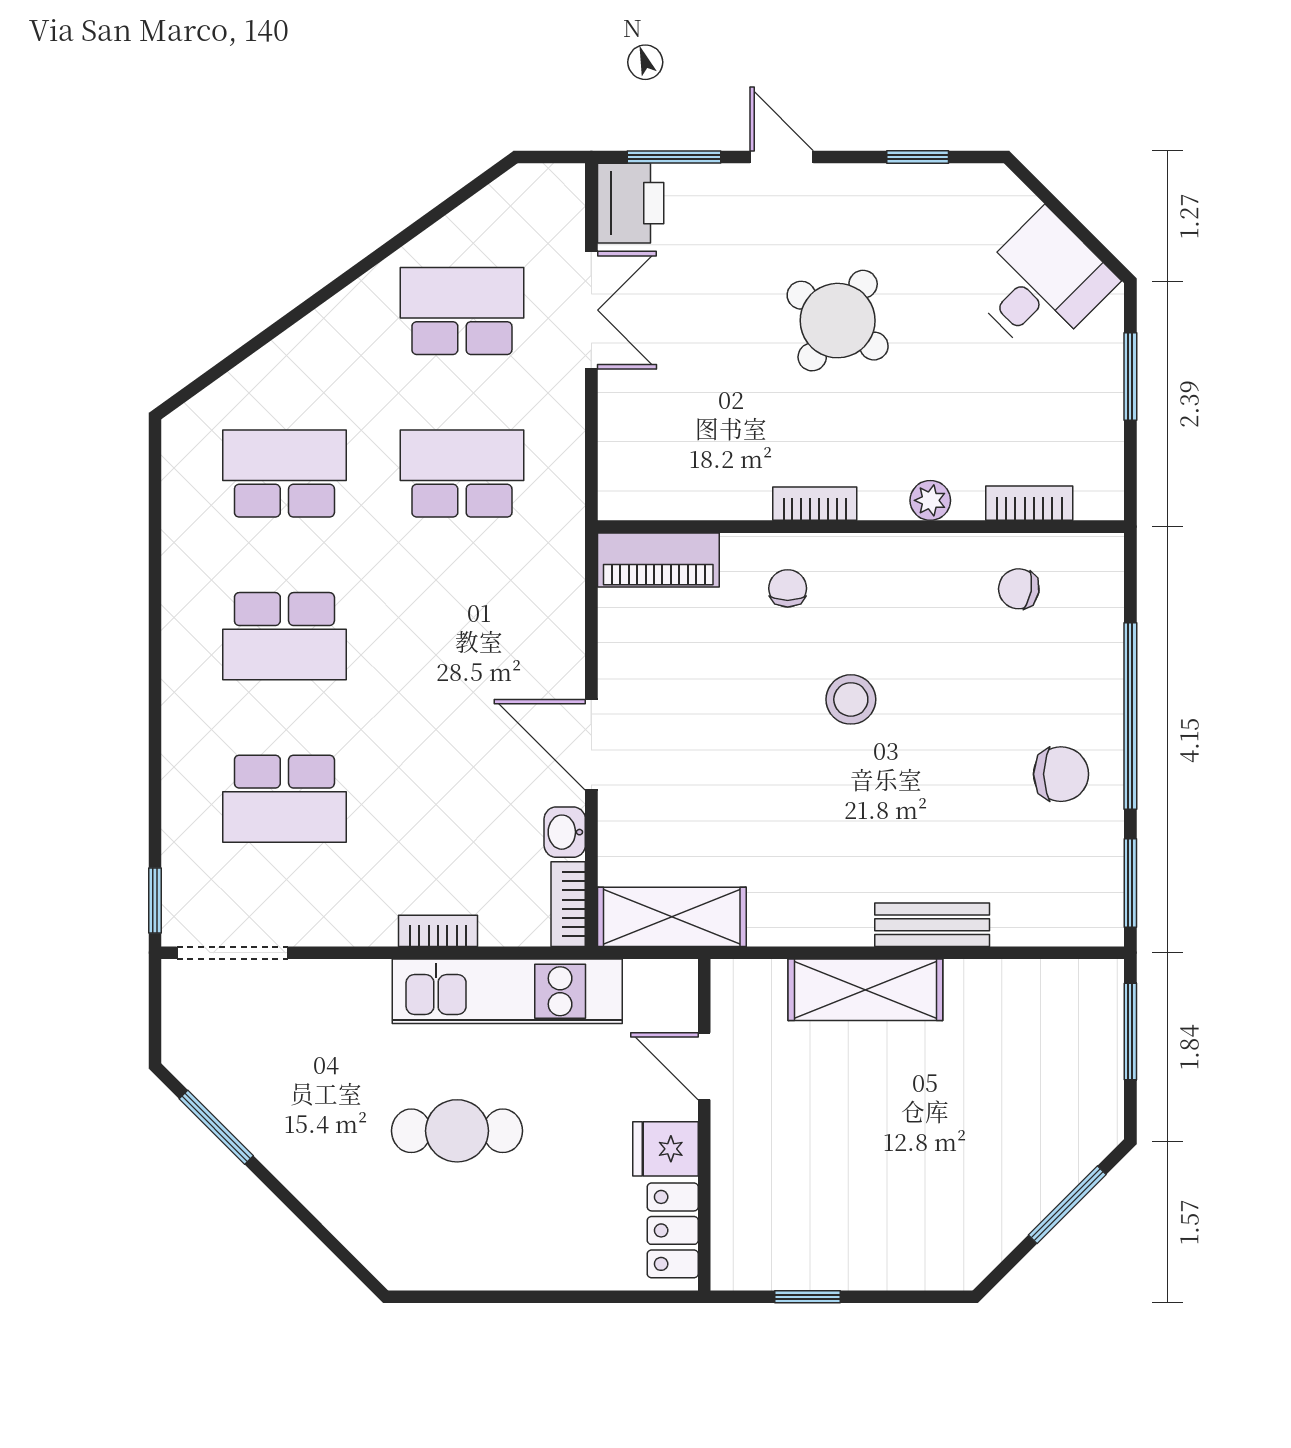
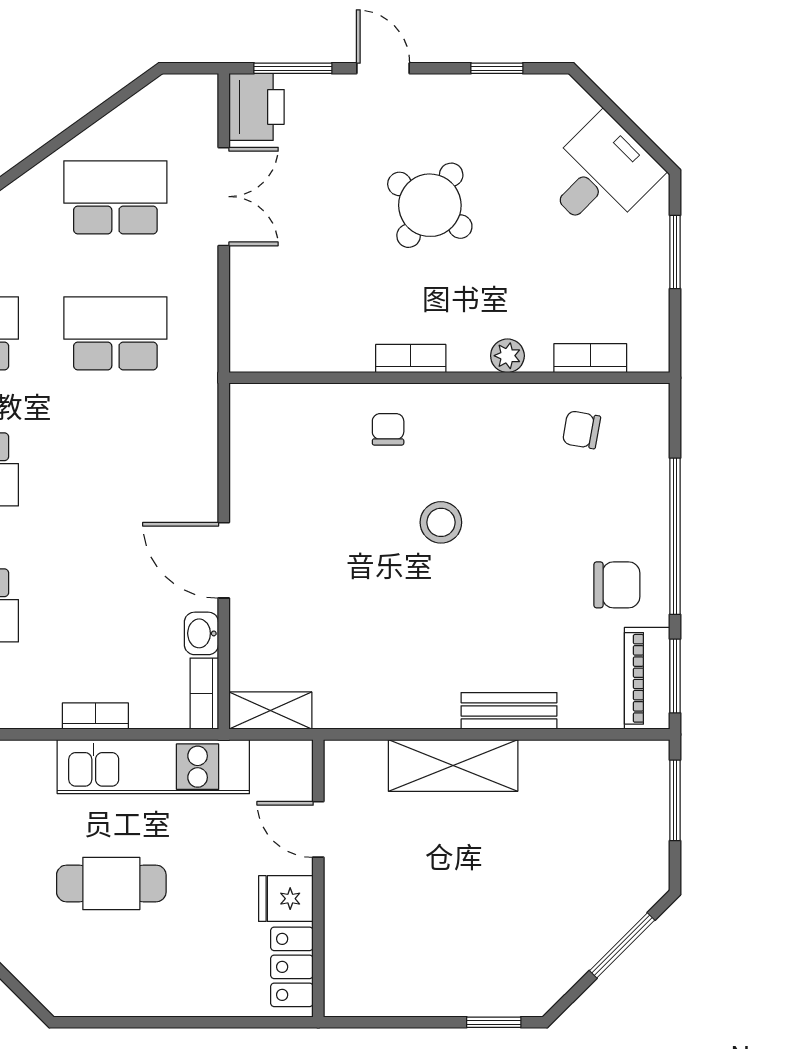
piano: (658, 560) -> (647, 678), moved, turned 90
shelving: (672, 917) -> (270, 711), width x0.67, depth x0.75
window: (807, 1297) -> (494, 1022), moved

